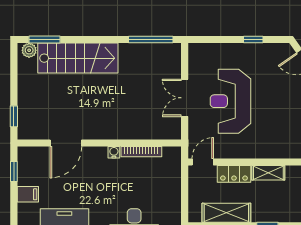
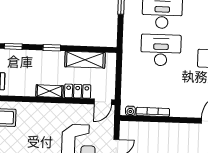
water cooler: (114, 152) -> (130, 111), moved

